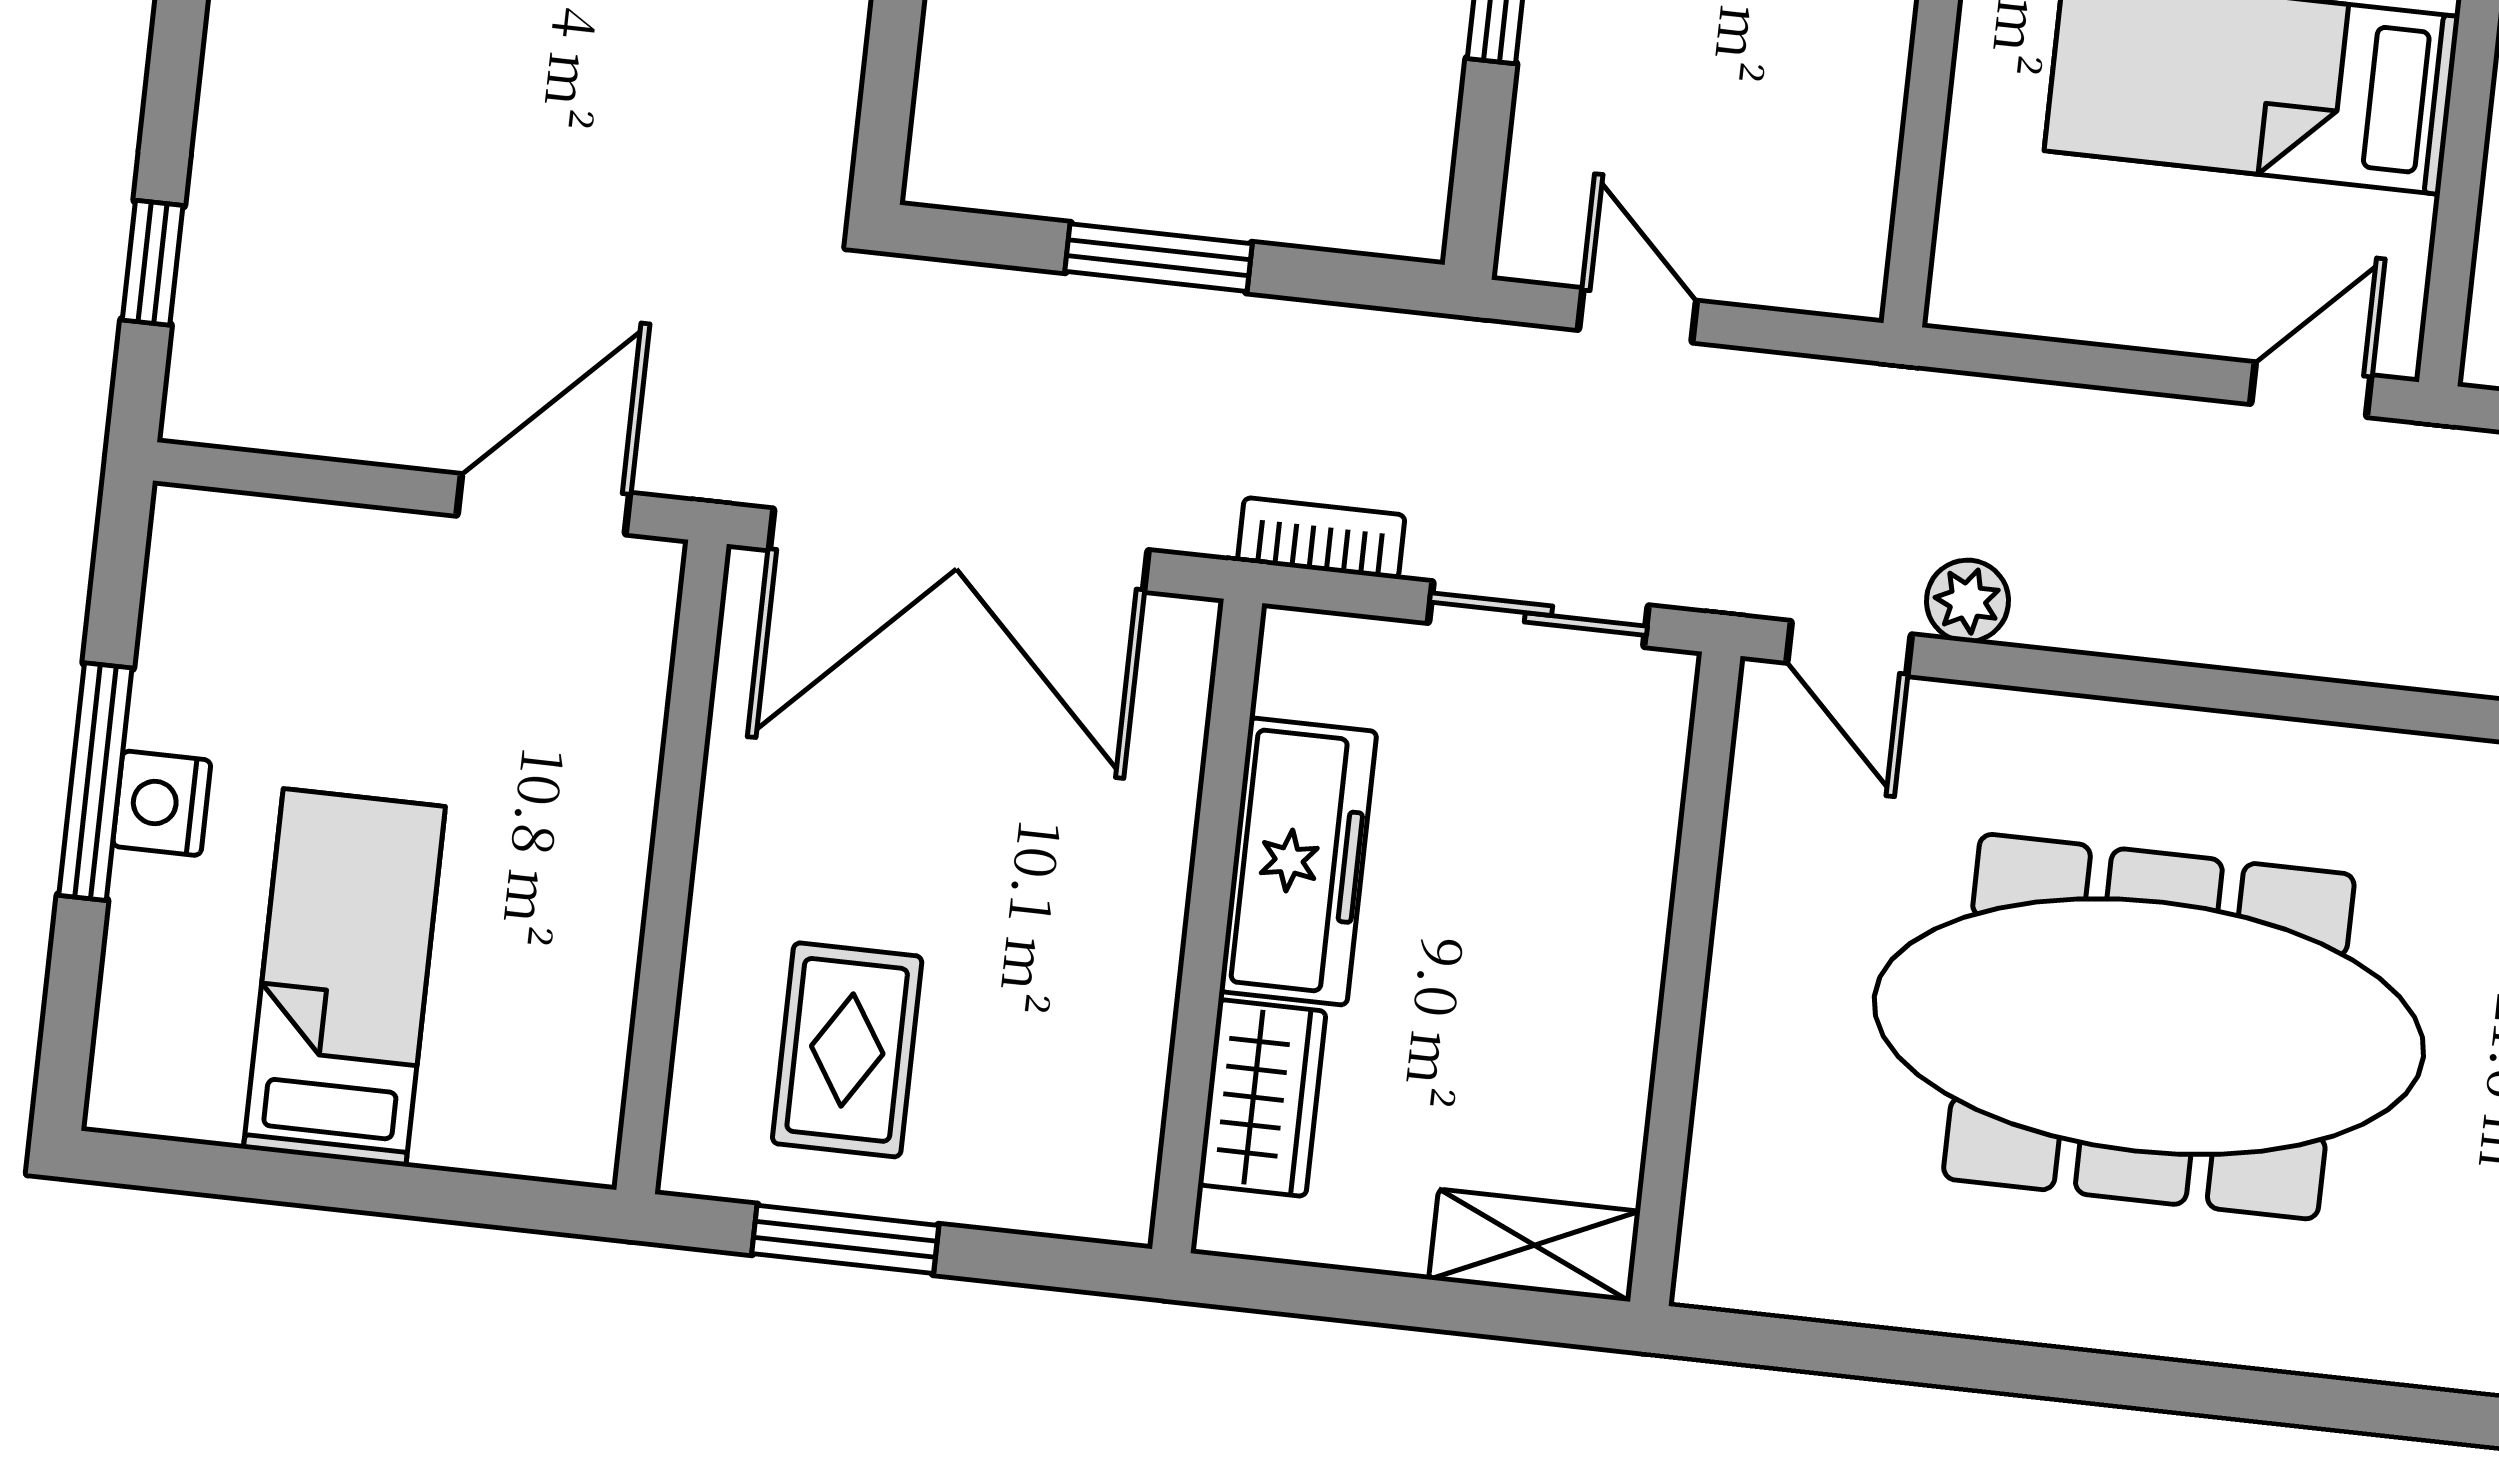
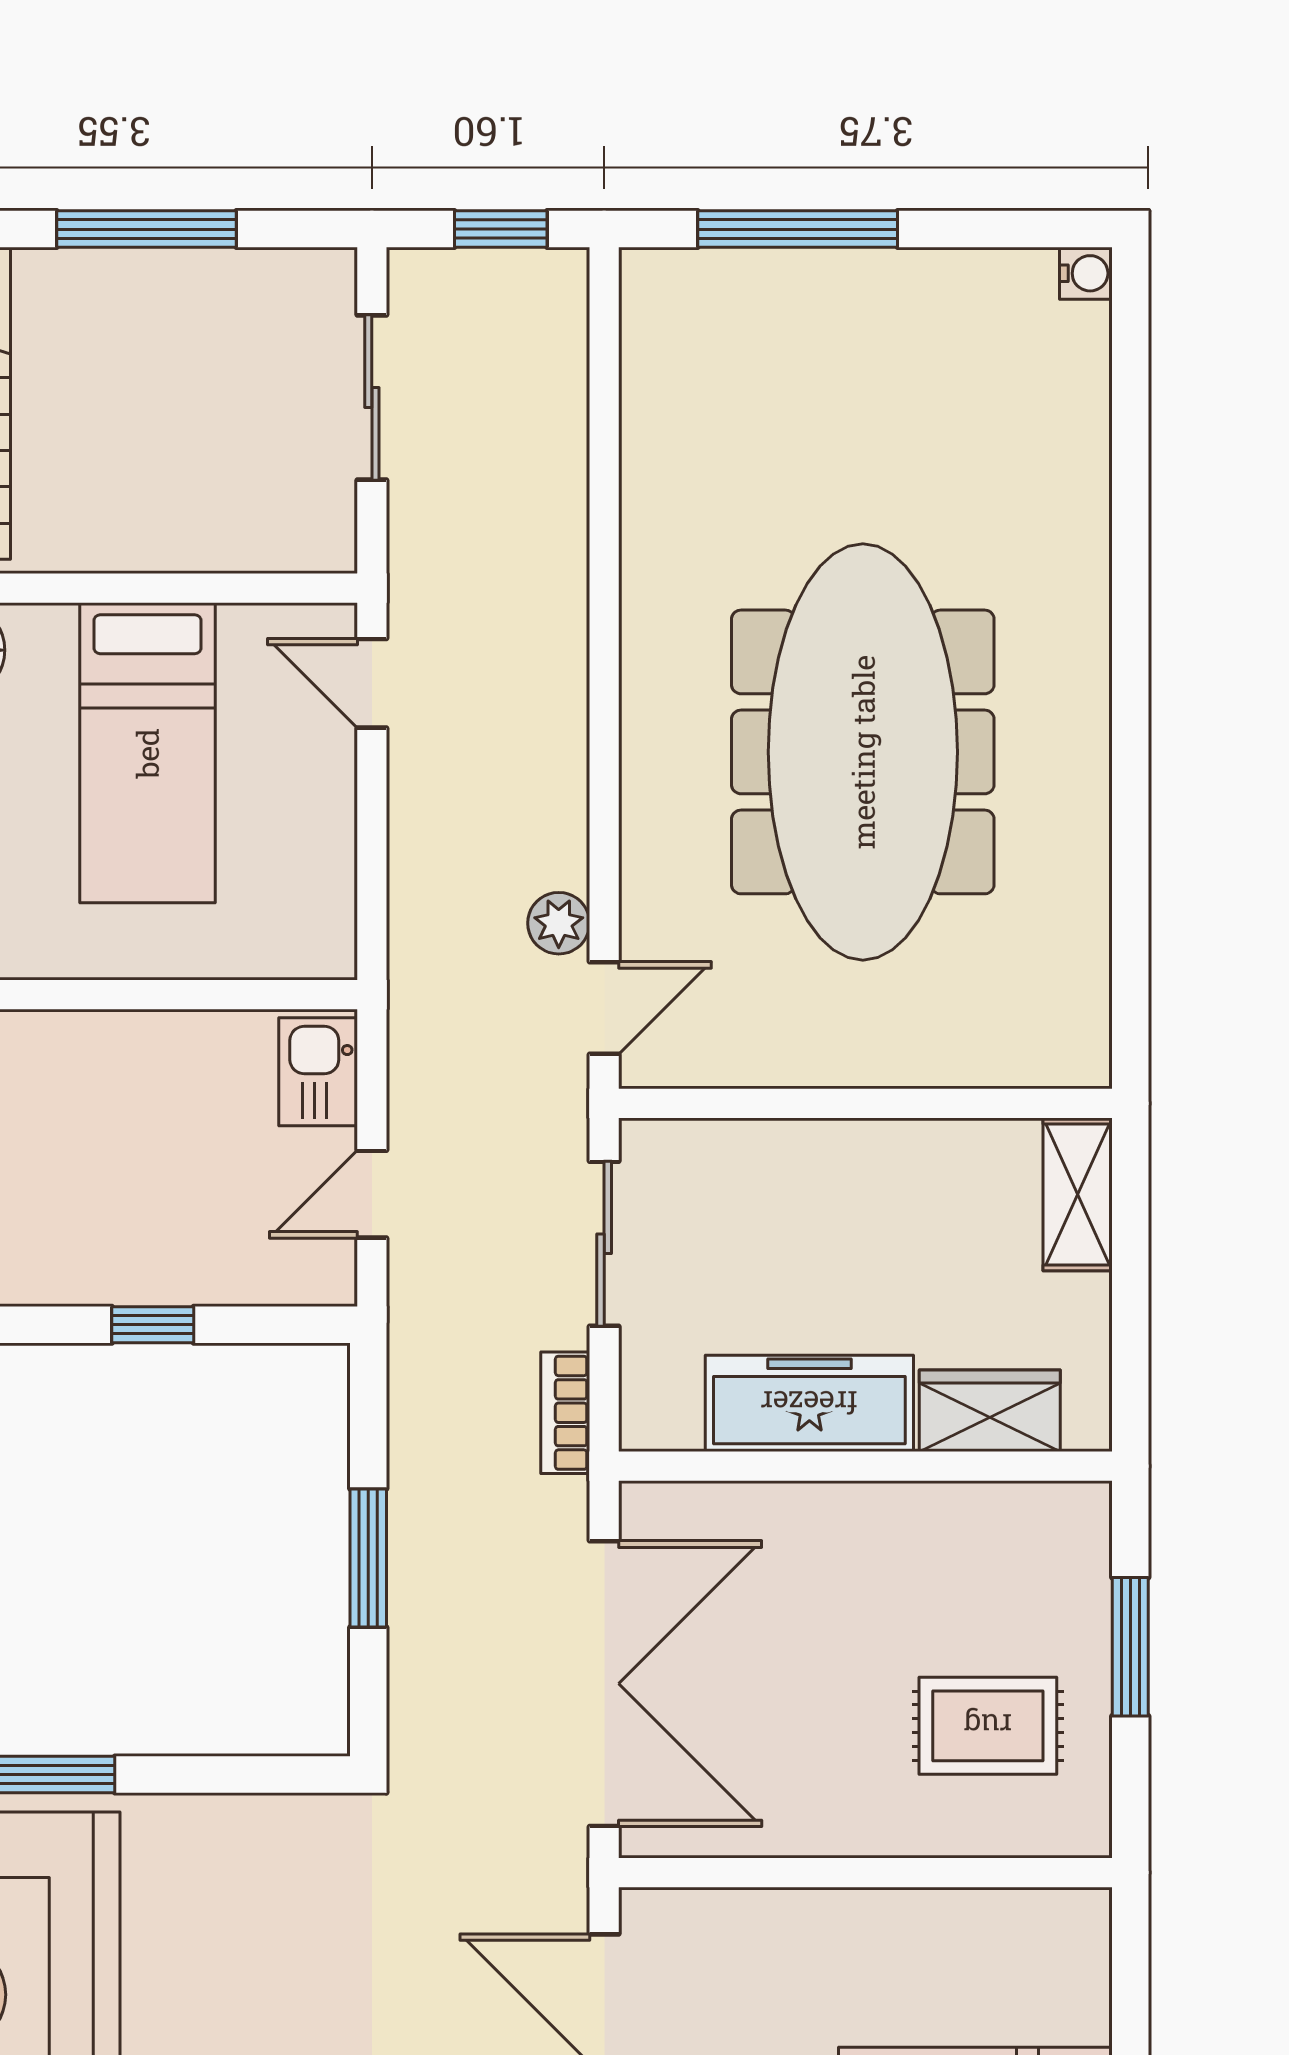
kitchen sink: (1807, 262) -> (318, 1072), added
window: (845, 1239) -> (1130, 1647), moved

